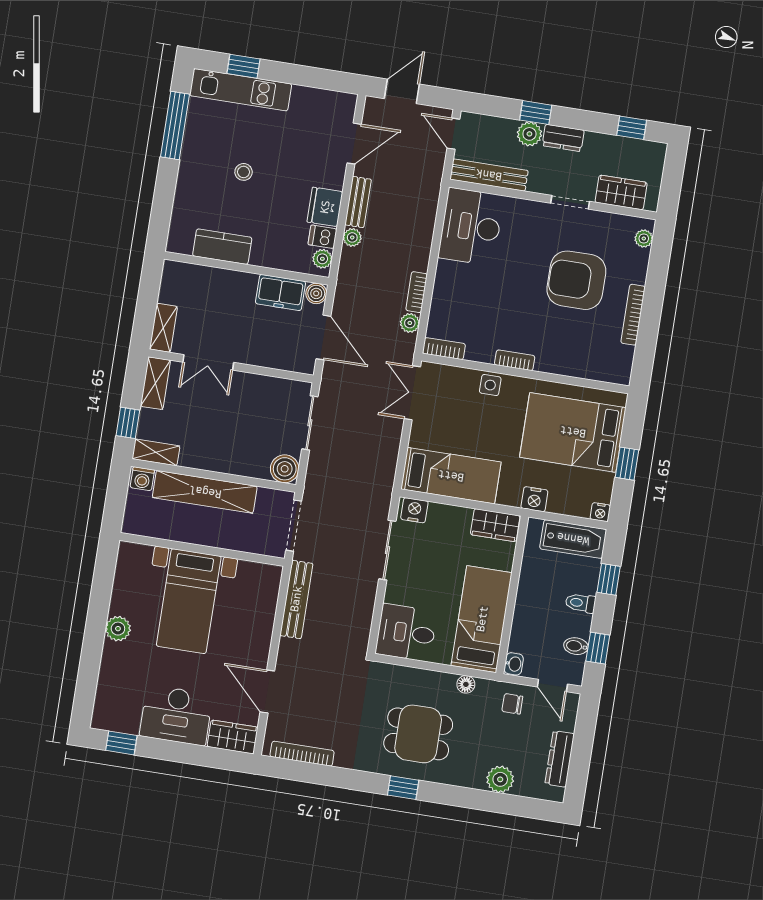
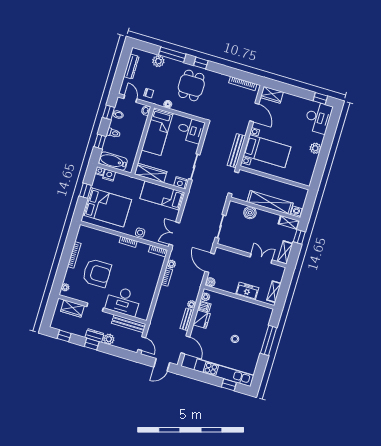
kitchen unit: (241, 90) -> (224, 372), width x1.36
window: (536, 113) -> (92, 344), moved
window: (175, 125) -> (269, 340), moved
door: (354, 144) -> (185, 345), swing flipped
desk: (471, 227) -> (123, 301), moved, turned 90
kitchen counter: (222, 247) -> (248, 308), removed
freezer: (281, 293) -> (247, 291), moved
shelving: (163, 328) -> (274, 292), moved
double door: (412, 393) -> (174, 234), swing flipped
boiler: (285, 469) -> (250, 213), moved
nightstand: (534, 499) -> (109, 175), moved
wardrobe: (495, 525) -> (151, 173), width x1.50
bed with nightstands: (189, 601) -> (267, 151), moved, turned 90
desk: (176, 715) -> (318, 118), moved, turned 90
dining table: (418, 734) -> (191, 85), turned 90
window: (471, 798) -> (172, 55), added

